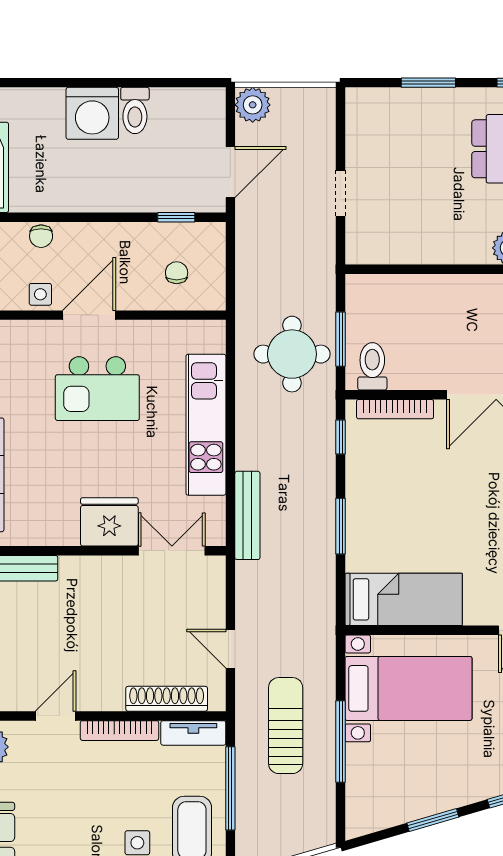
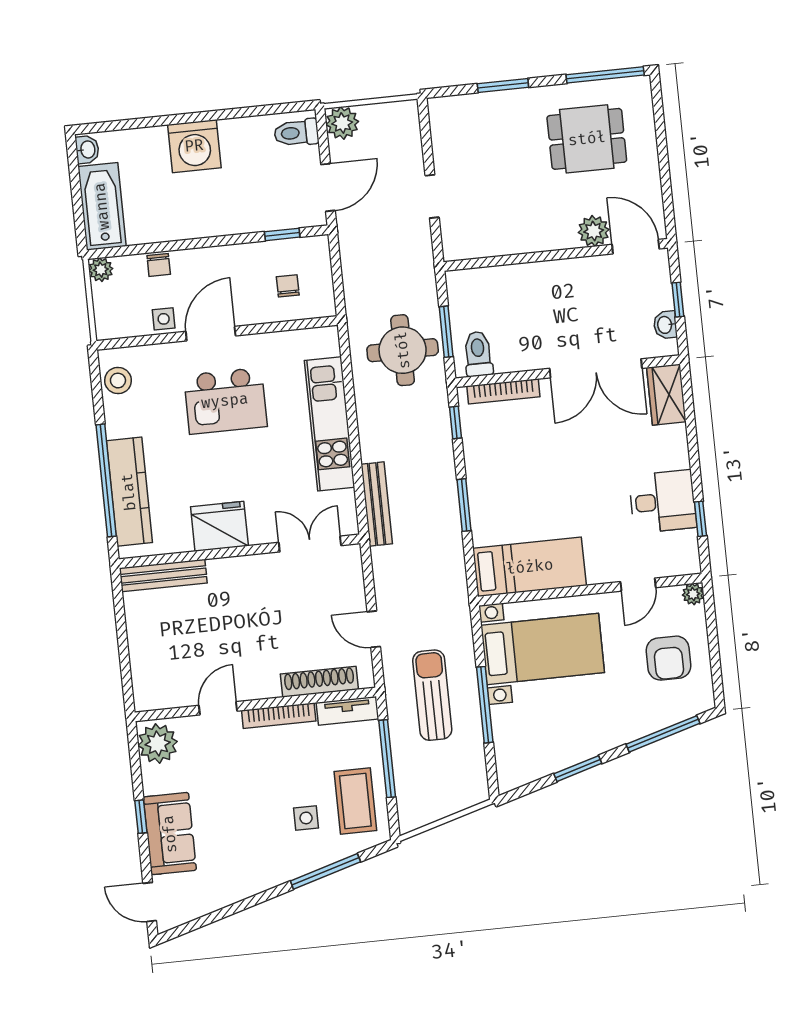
toilet: (135, 110) -> (296, 133), moved, turned 90
fridge: (109, 522) -> (219, 526), moved

